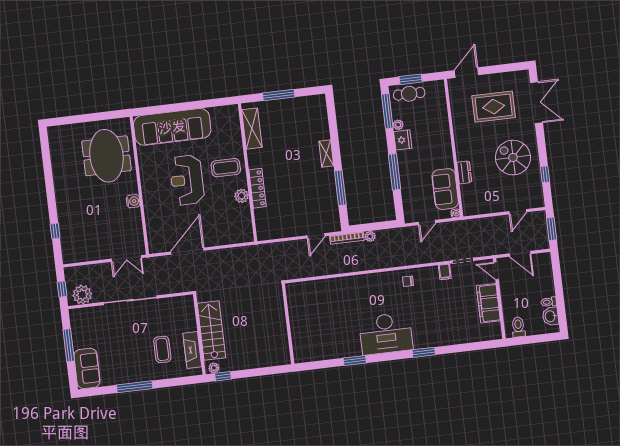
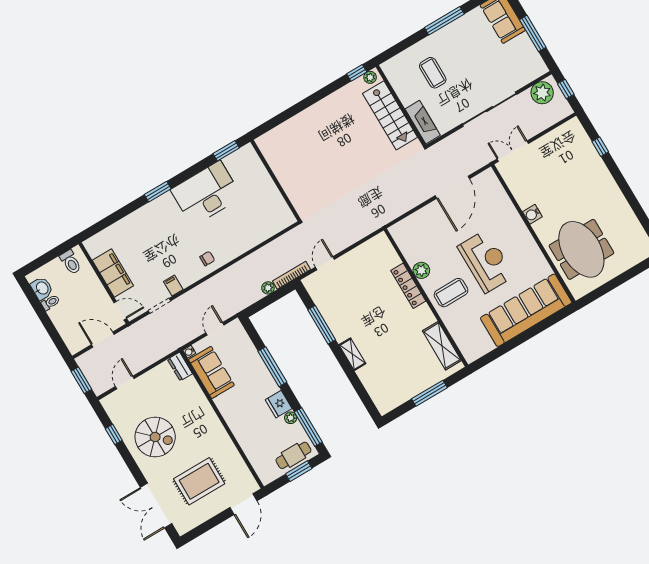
dresser: (464, 172) -> (180, 367), moved
wall: (288, 324) -> (276, 180), moved
fireplace: (192, 350) -> (423, 122), moved

